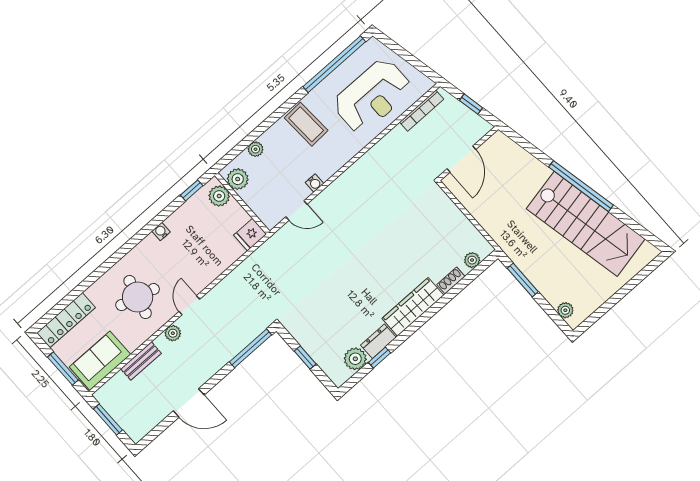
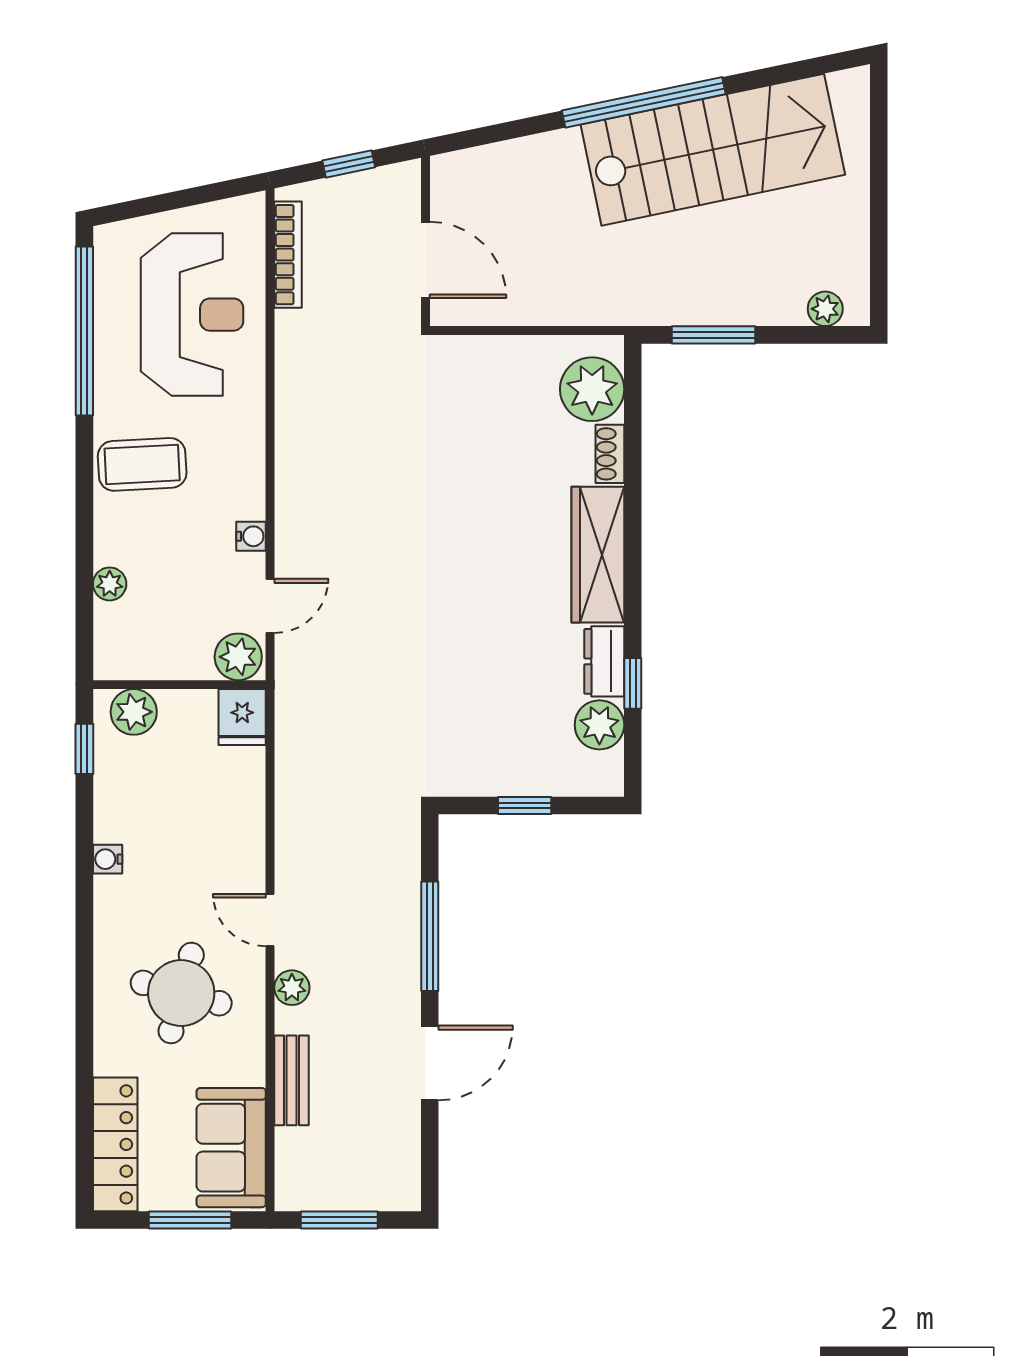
plant: (238, 179) -> (238, 657), moved
plant: (472, 260) -> (592, 389), width x1.88, depth x1.88
window: (251, 348) -> (430, 936), moved

